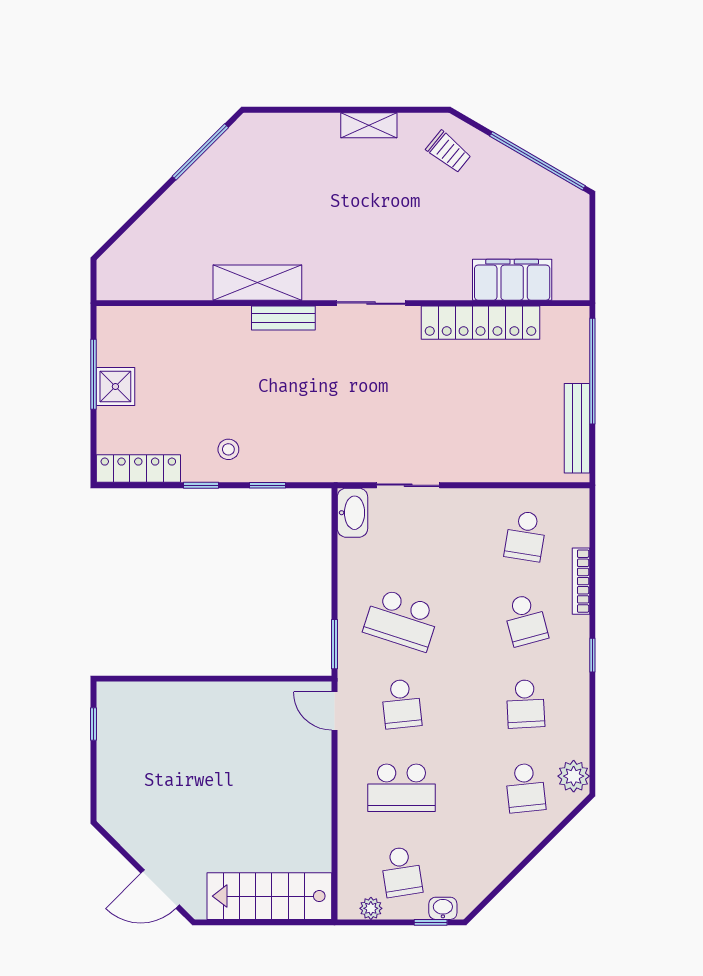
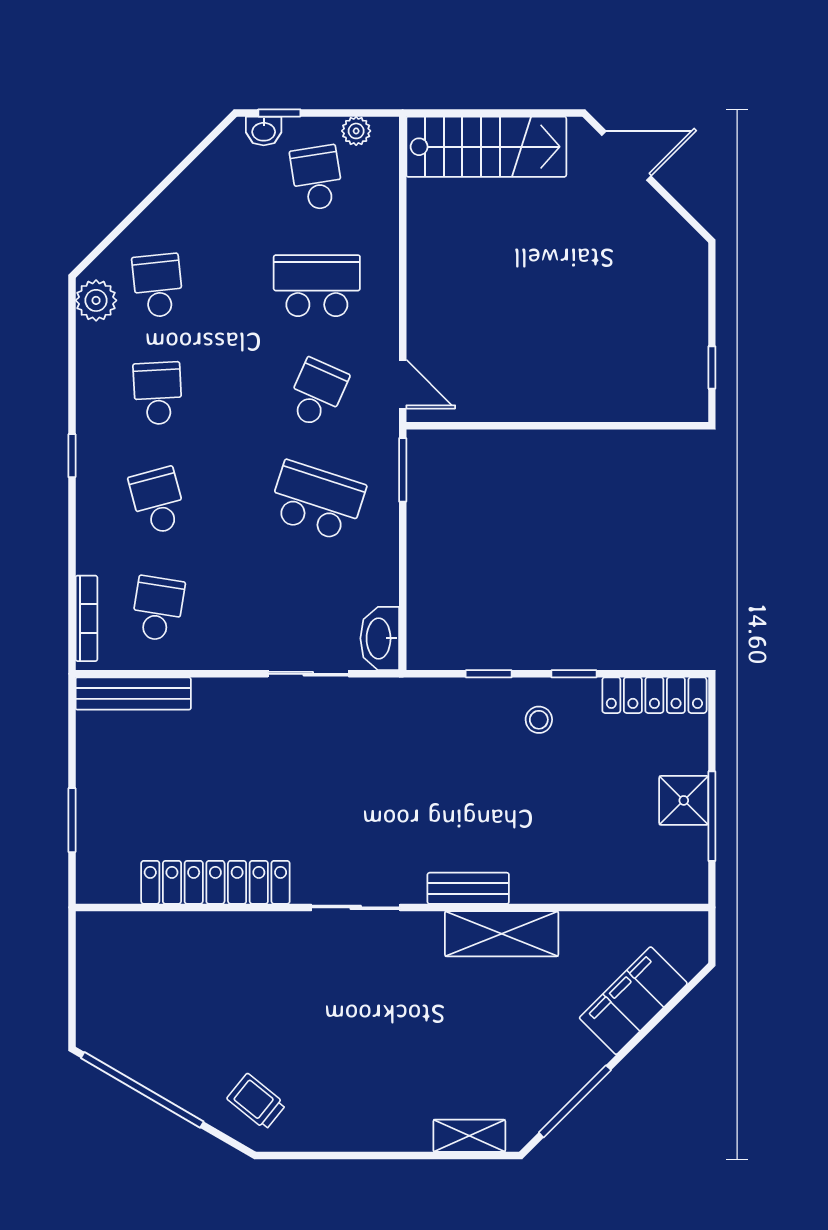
shelving: (369, 125) -> (469, 1136), moved
filing cabinet: (512, 280) -> (633, 1001), moved, turned 135
window: (592, 371) -> (72, 820), width x0.47
bench: (577, 428) -> (133, 694), moved, turned 90
bookcase: (581, 581) -> (86, 618), moved
school desk: (401, 704) -> (317, 393), turned 30

